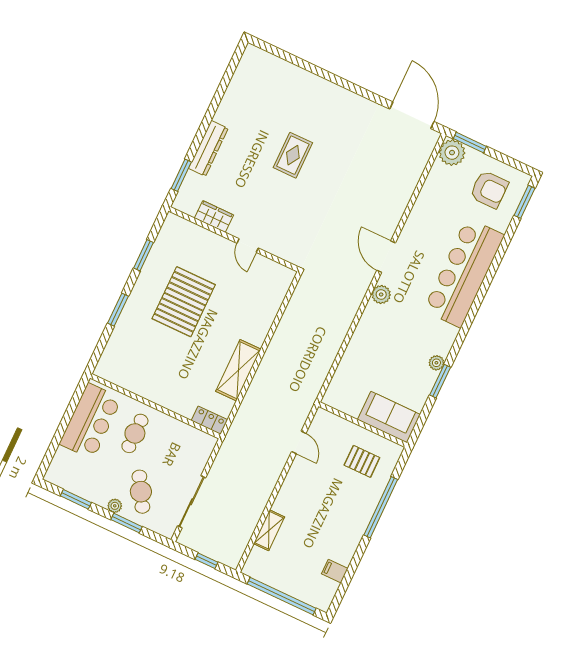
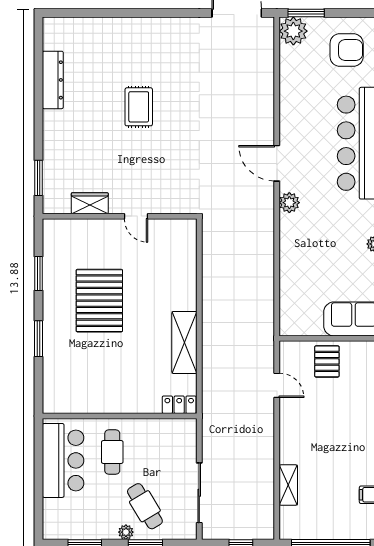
dresser: (208, 148) -> (53, 80), moved
pallet: (362, 461) -> (327, 361), moved, turned 90

